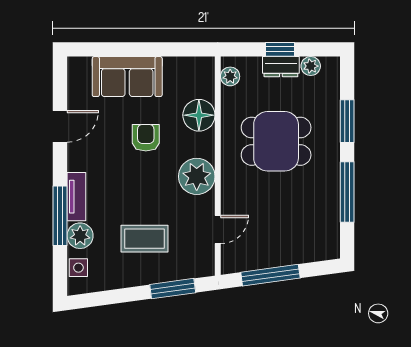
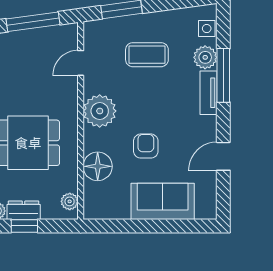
armchair: (146, 138) -> (146, 146), turned 180

